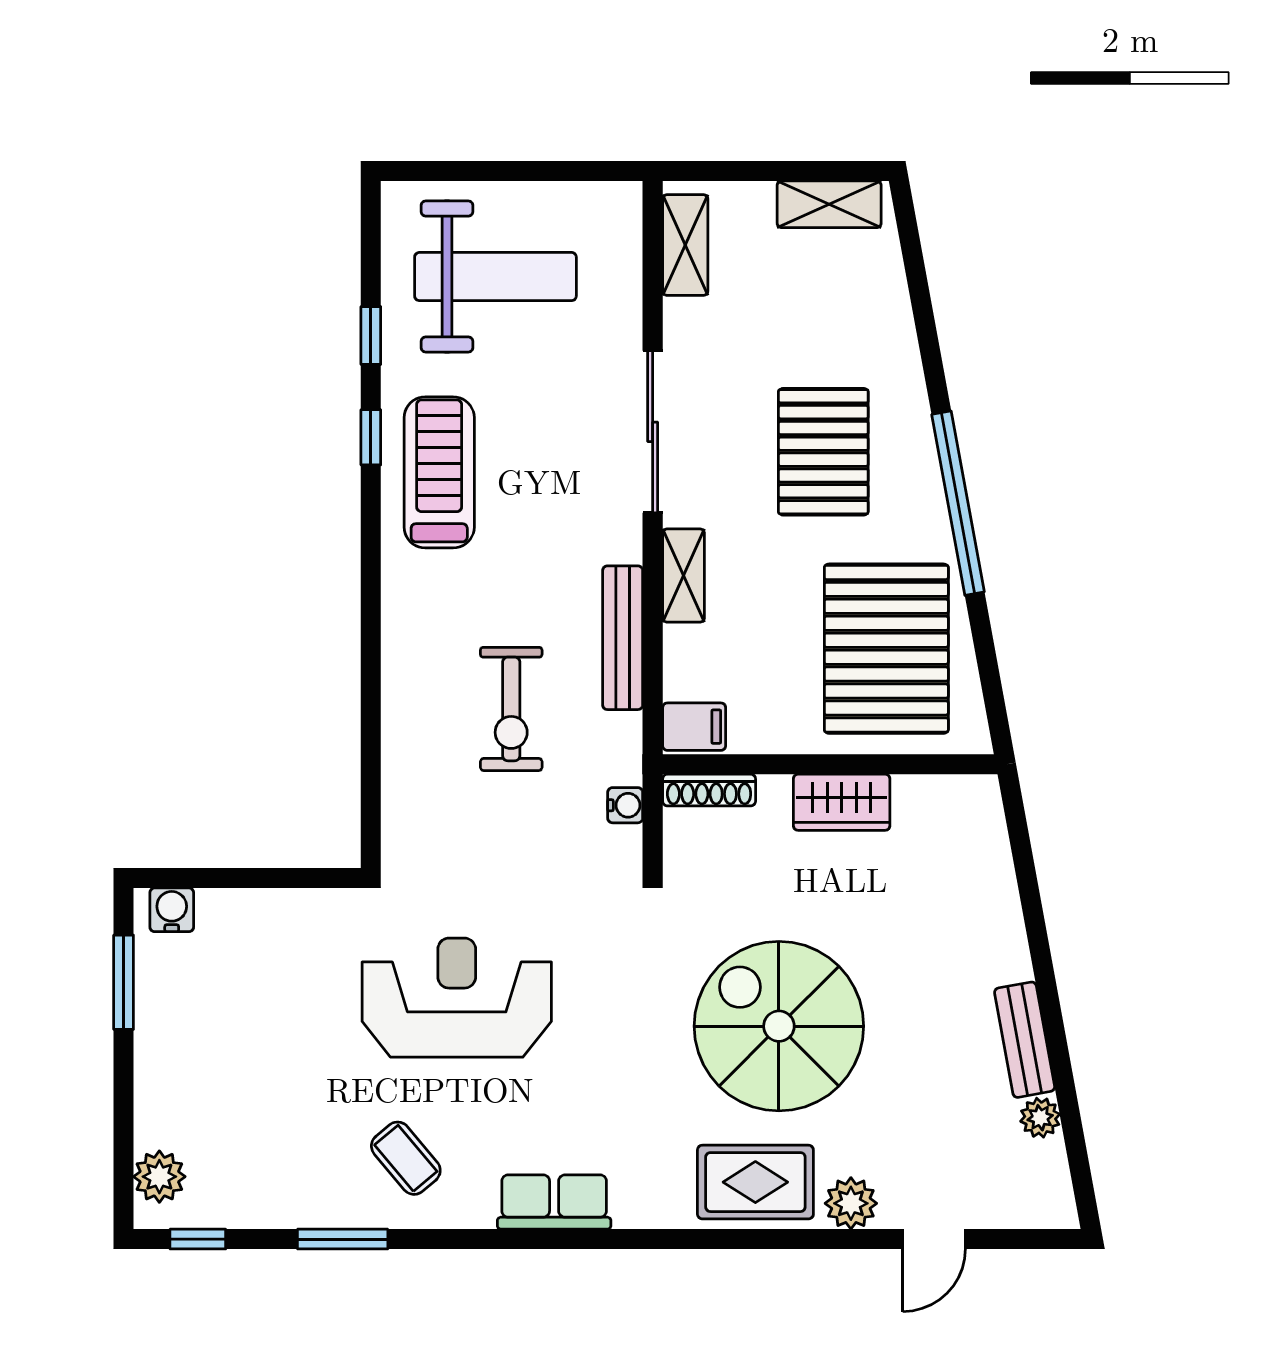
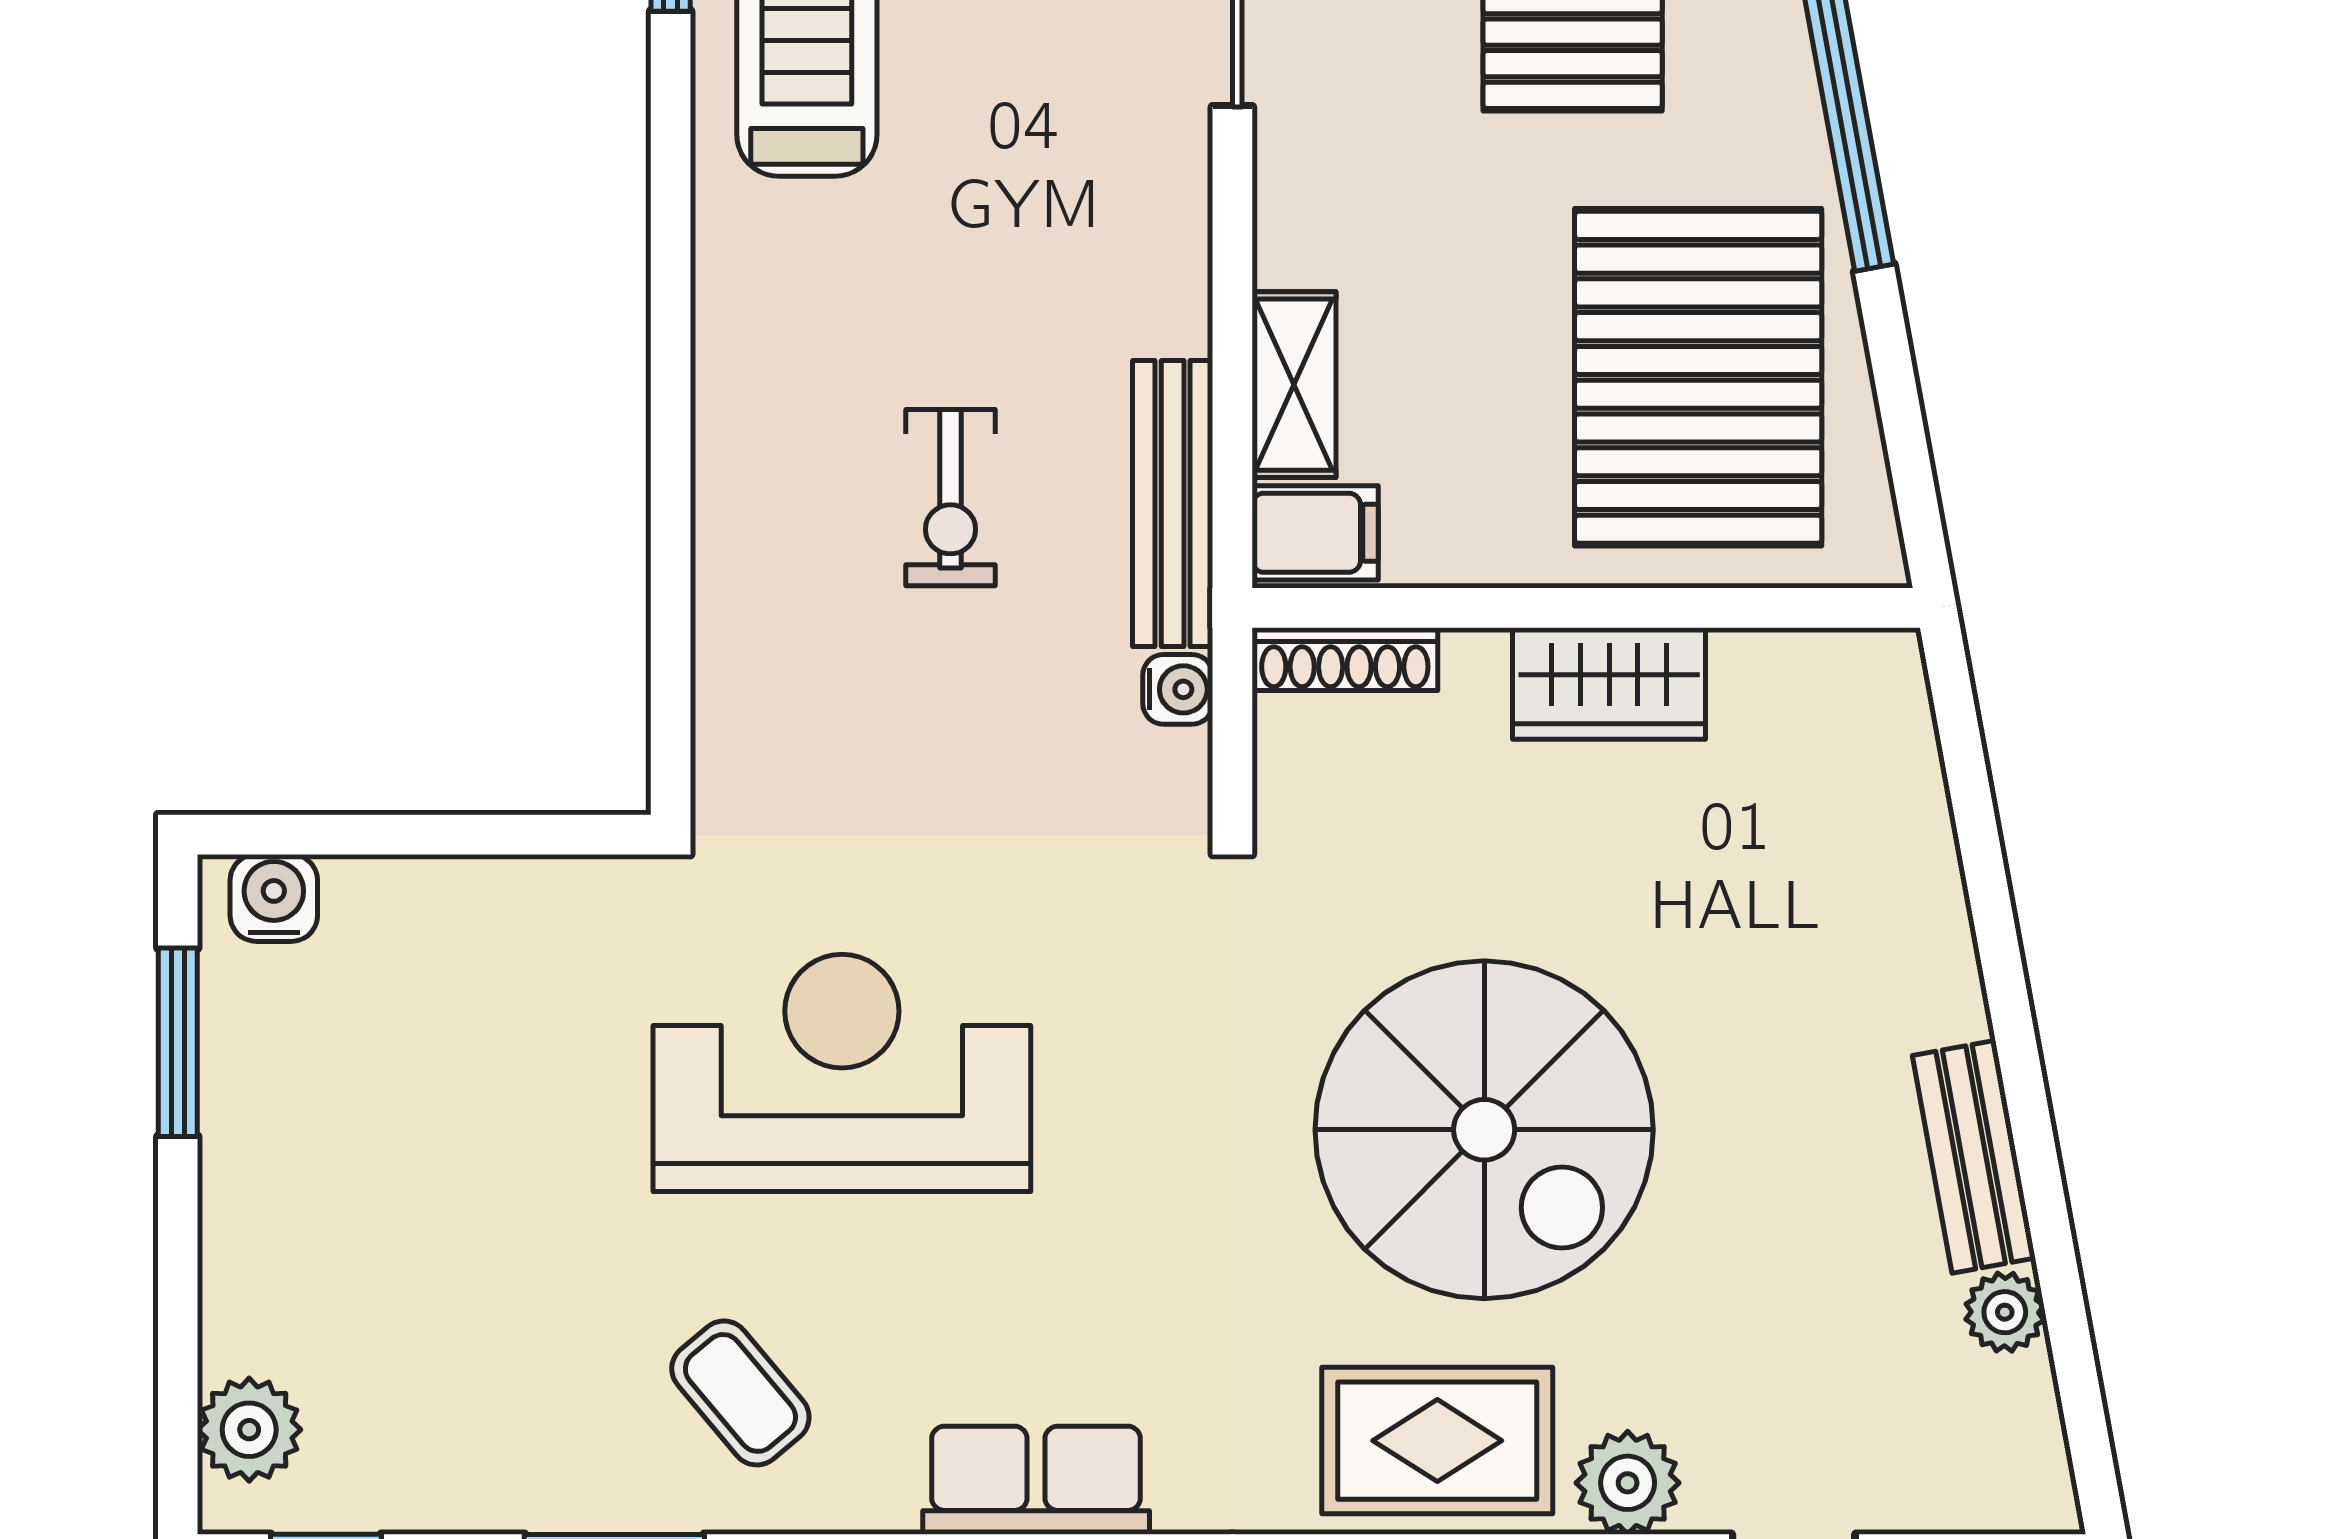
shelving: (684, 576) -> (1294, 385), moved
bench: (623, 638) -> (1173, 503), moved
exercise bike: (511, 709) -> (950, 498), width x0.73, depth x0.72
spiral stairs: (779, 1026) -> (1484, 1130), turned 180

